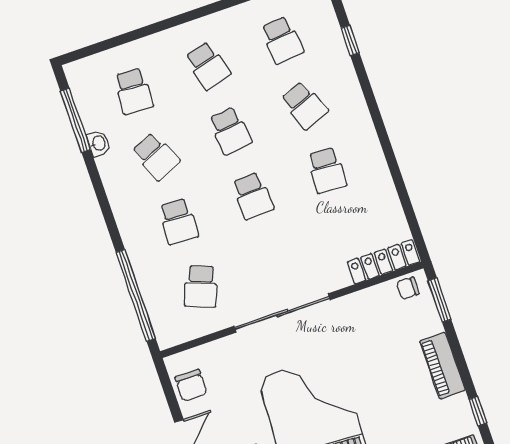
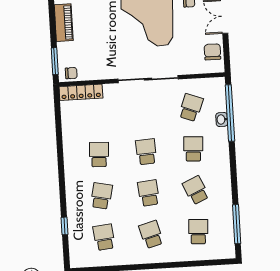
school desk: (304, 105) -> (101, 196), turned 33
washbasin: (99, 143) -> (222, 119), moved

